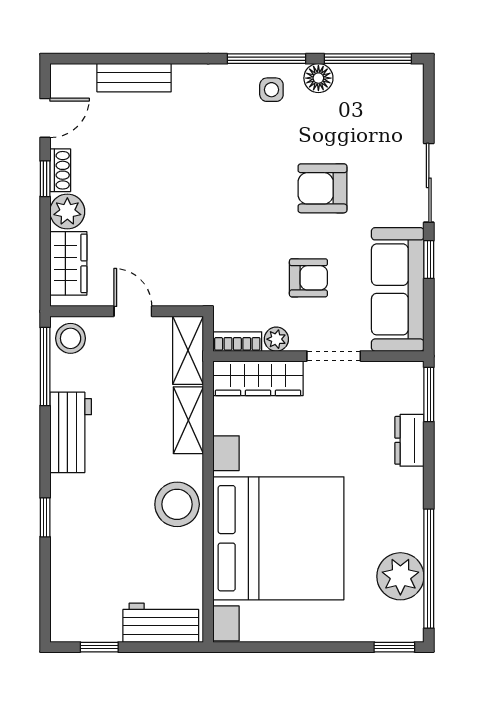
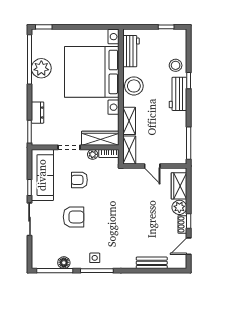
floor lamp: (318, 78) -> (64, 263), moved
stool: (71, 338) -> (176, 65), moved
workbench: (71, 432) -> (178, 94), moved
plant: (400, 576) -> (41, 68), moved
workbench: (161, 623) -> (131, 51), moved, turned -90

